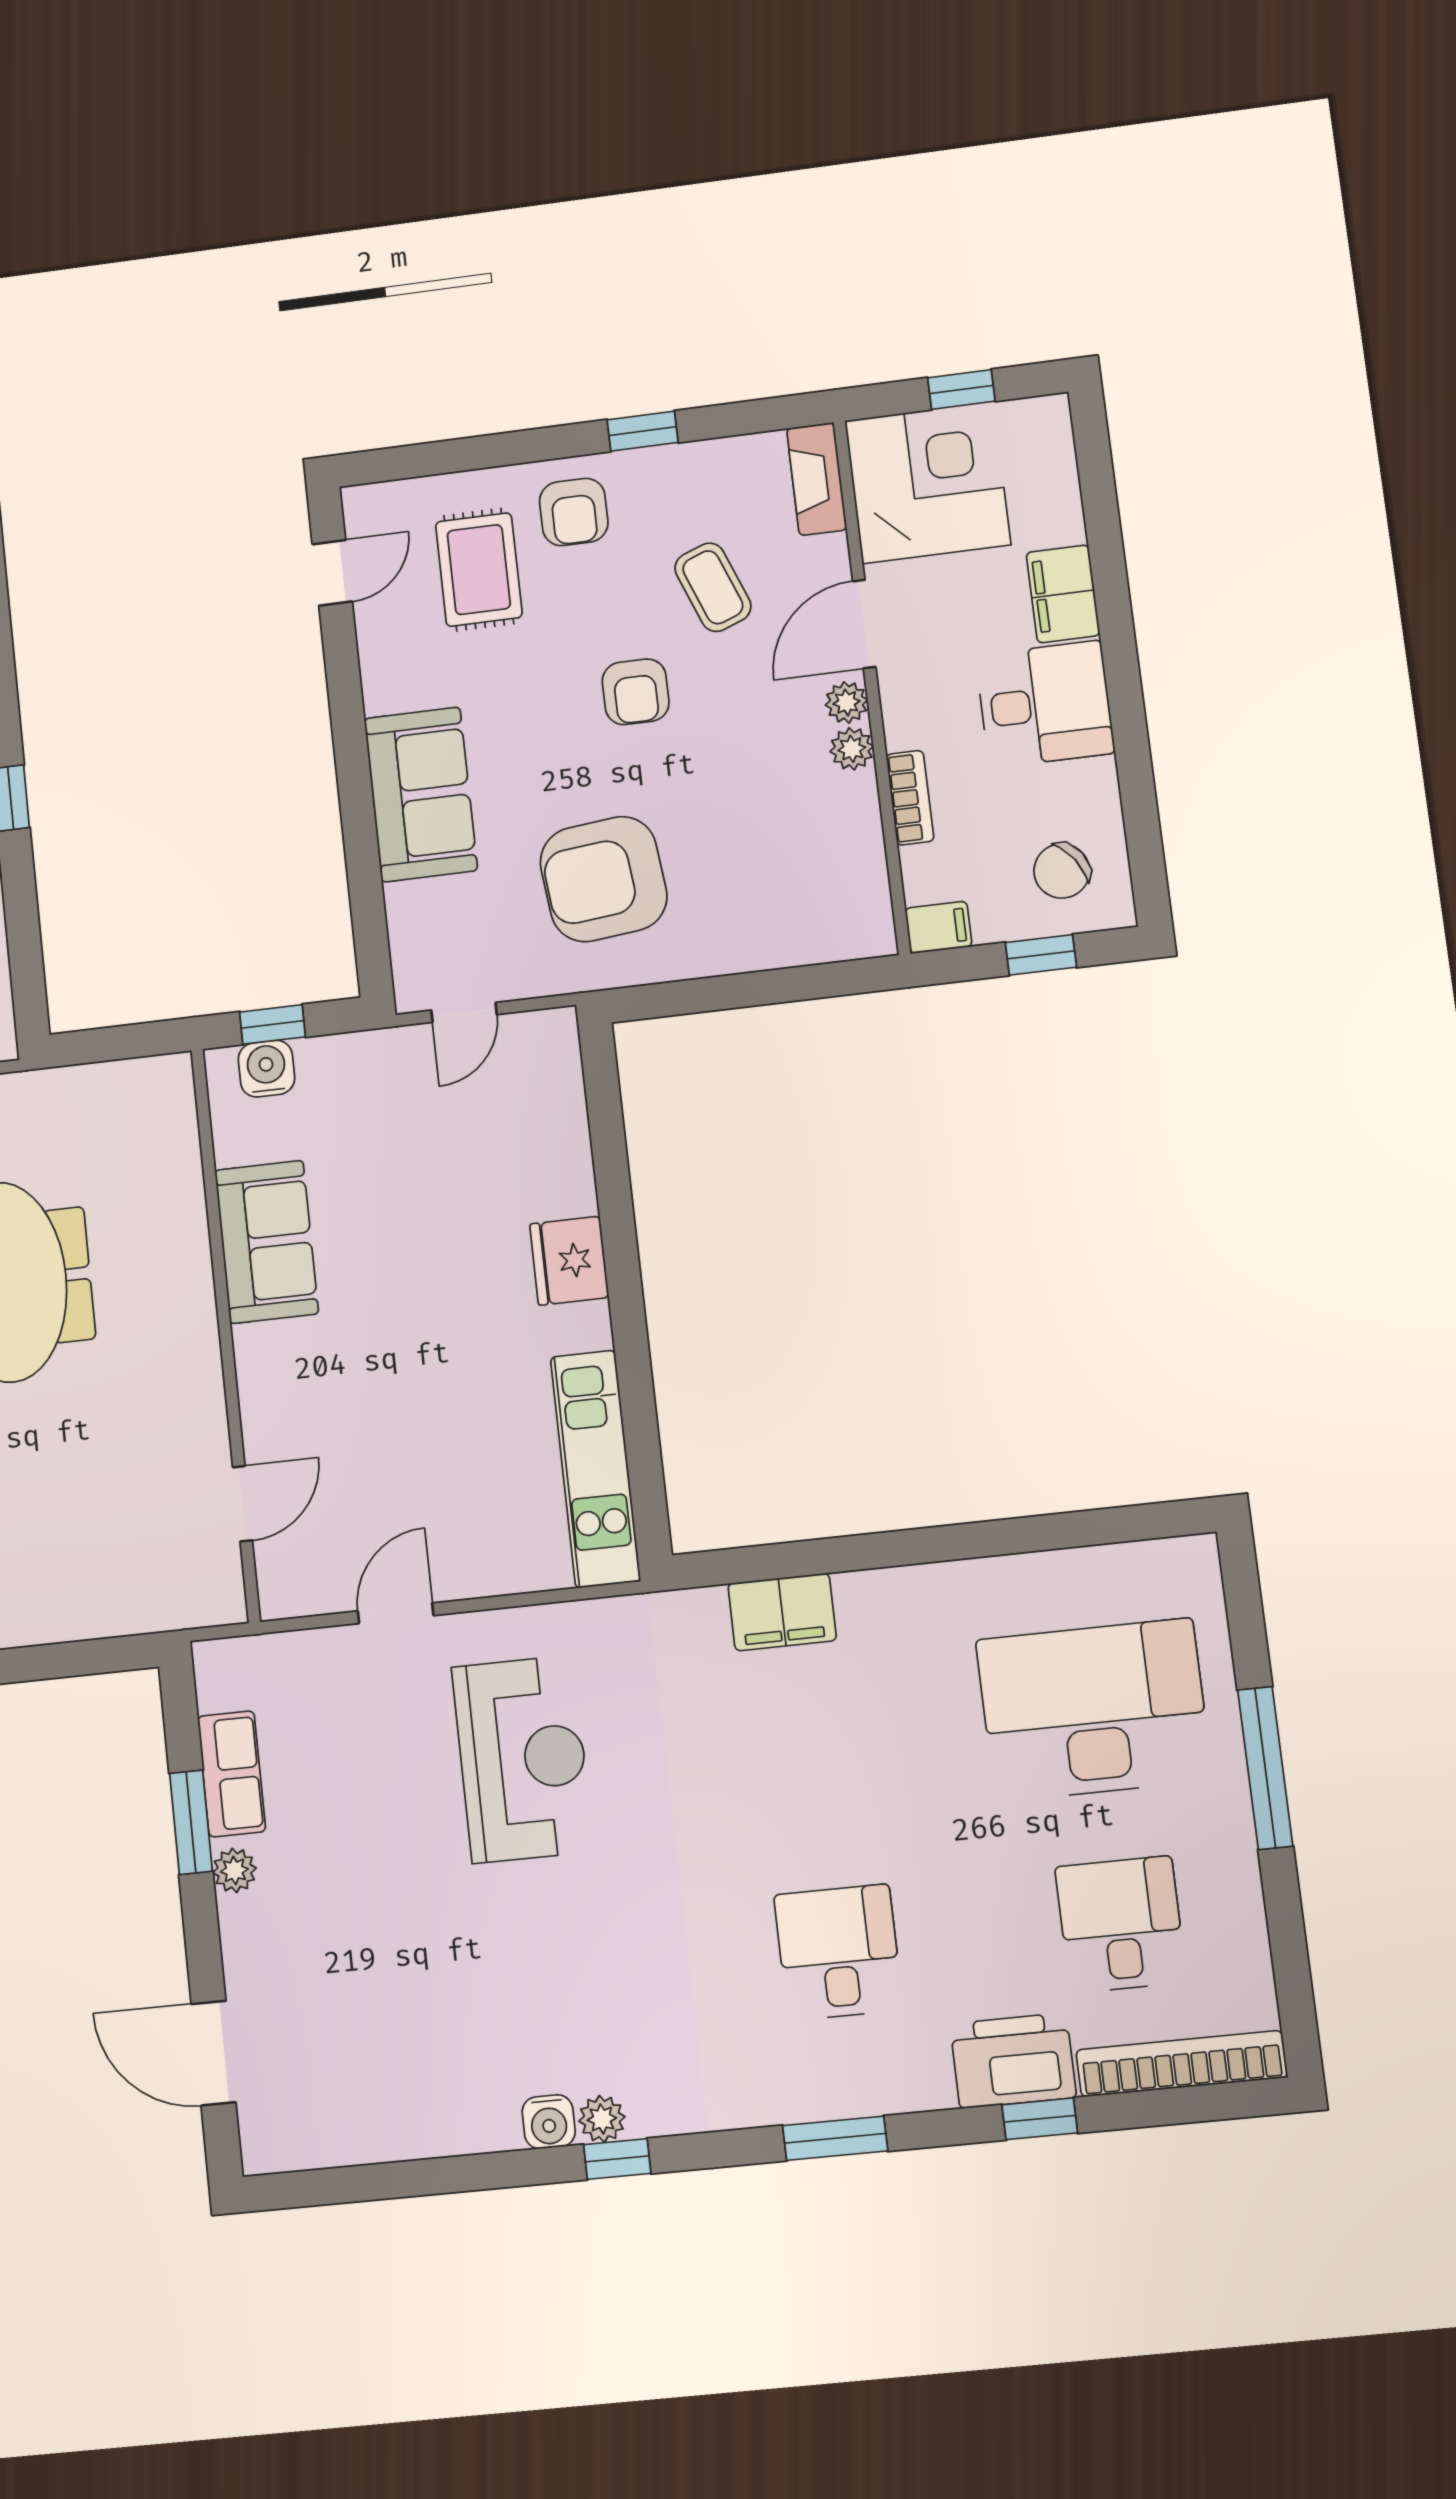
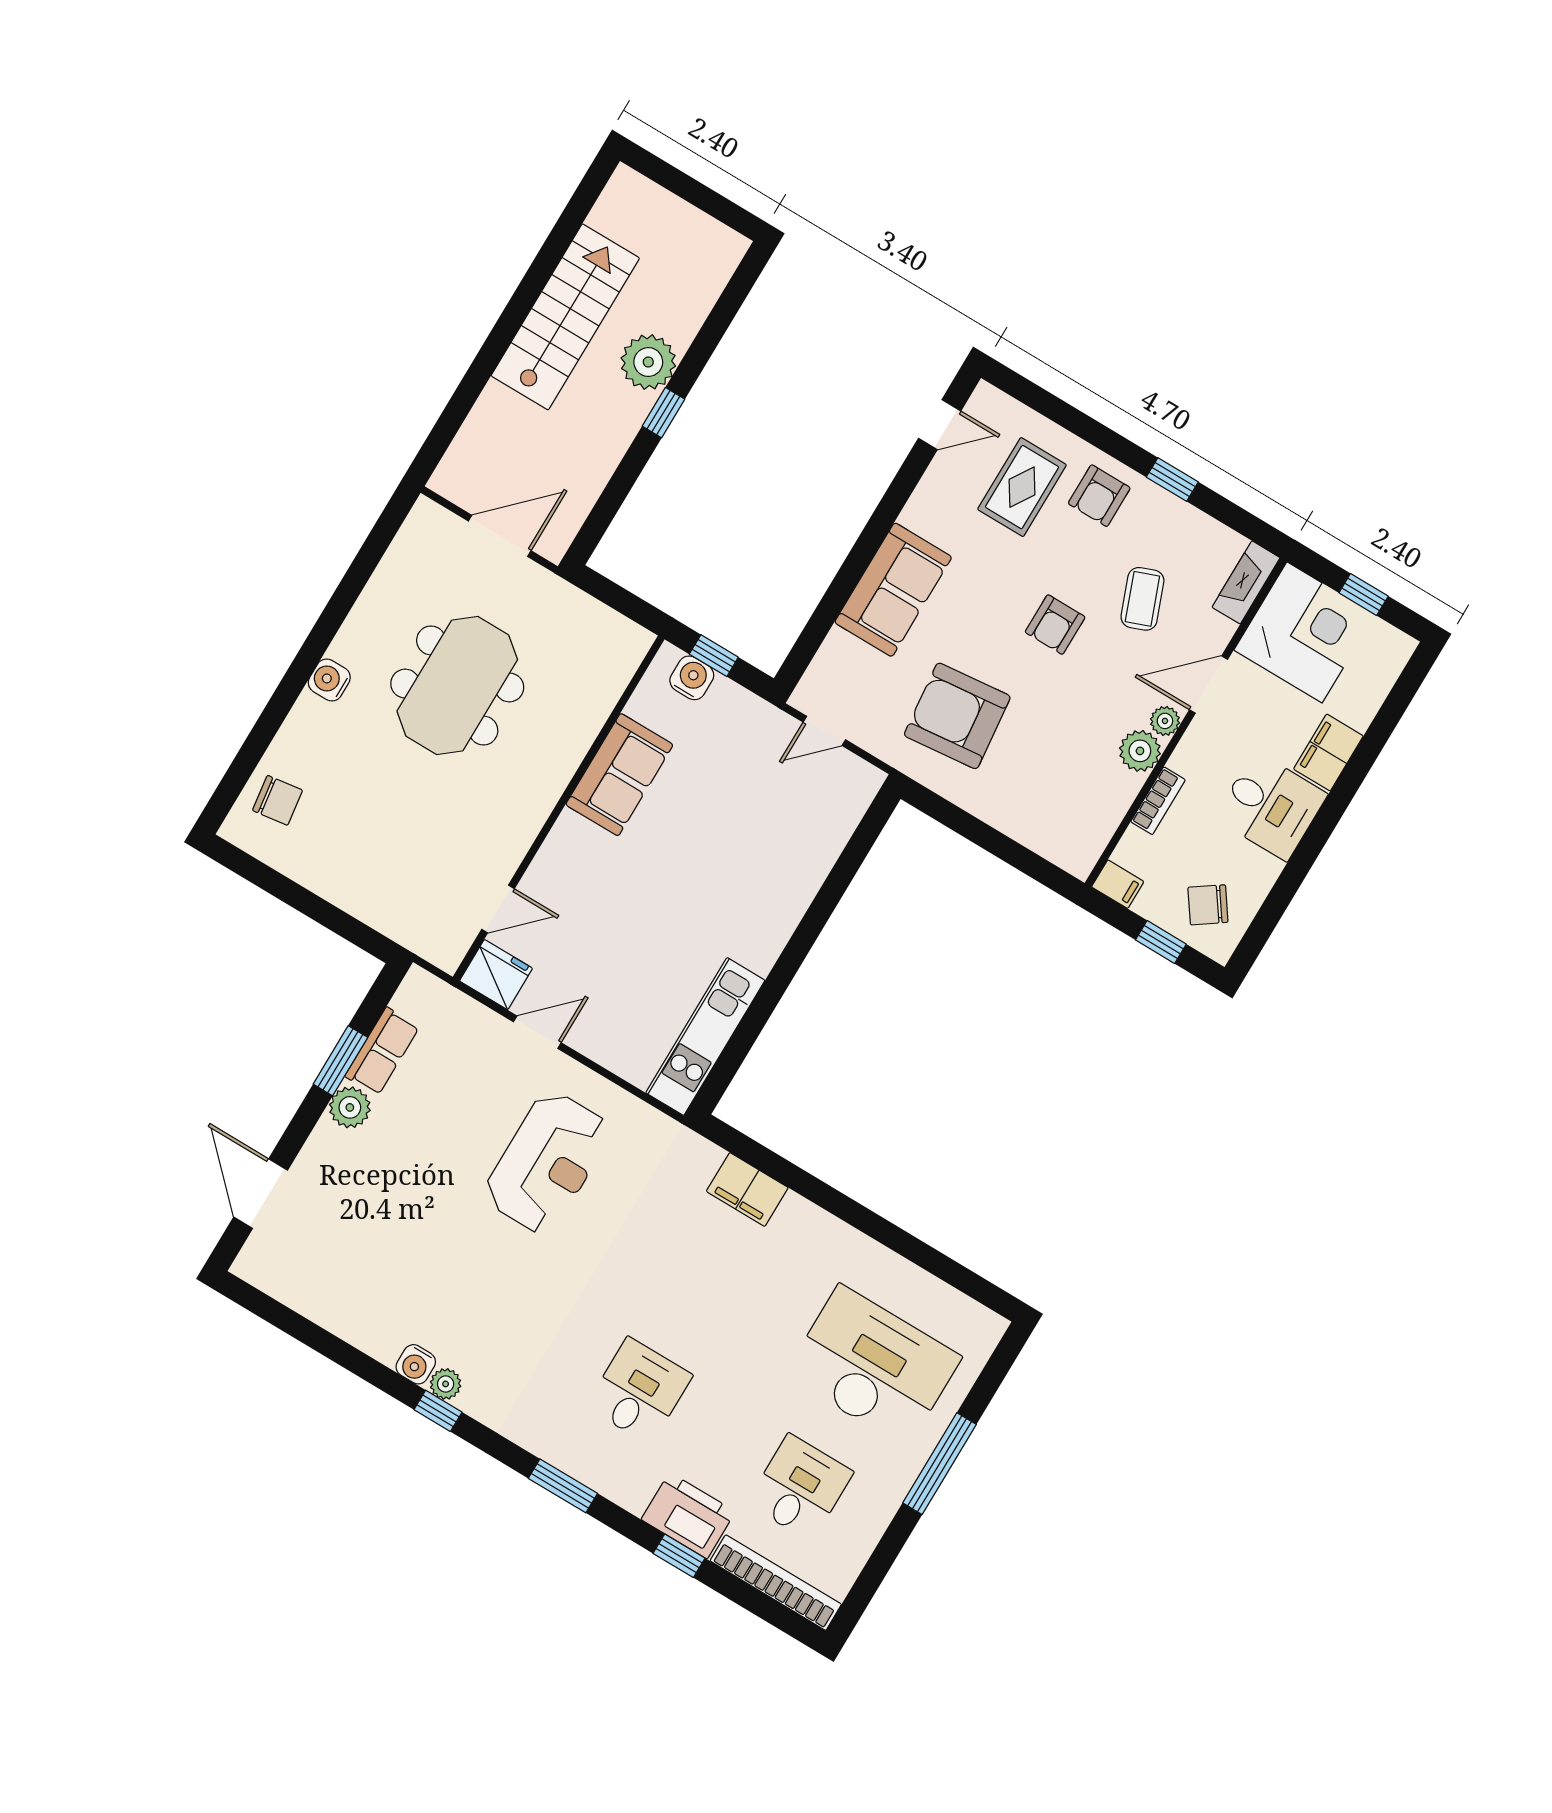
plant: (852, 749) -> (1140, 751), width x1.38, depth x1.38
fridge: (569, 1261) -> (496, 975), moved, turned 90
plant: (234, 1870) -> (350, 1107), width x1.38, depth x1.38

